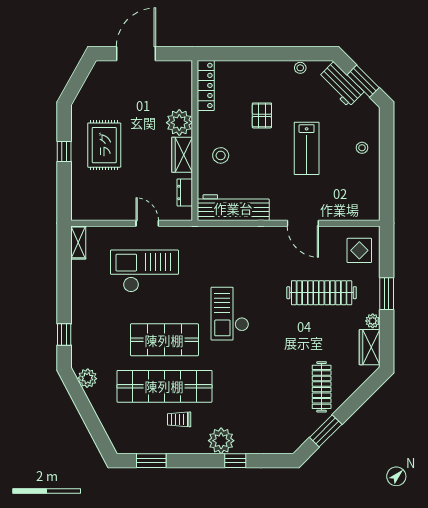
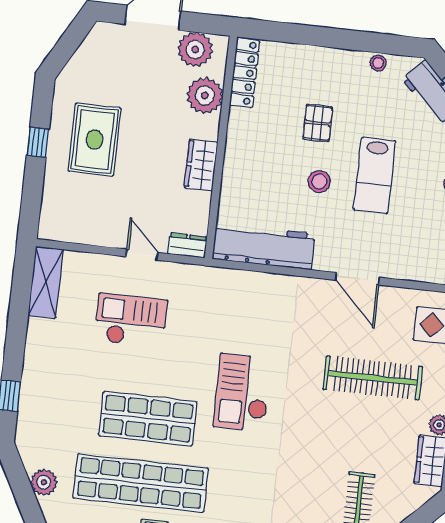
plant: (169, 73) -> (195, 50), added
plant: (179, 123) -> (205, 96), moved
stool: (221, 155) -> (319, 181), moved
dresser: (185, 192) -> (187, 245), moved, turned 90
shelving: (78, 242) -> (46, 282), width x1.50, depth x1.33
checkout: (144, 271) -> (131, 320), width x0.73, depth x0.83
plant: (87, 378) -> (44, 482), moved

